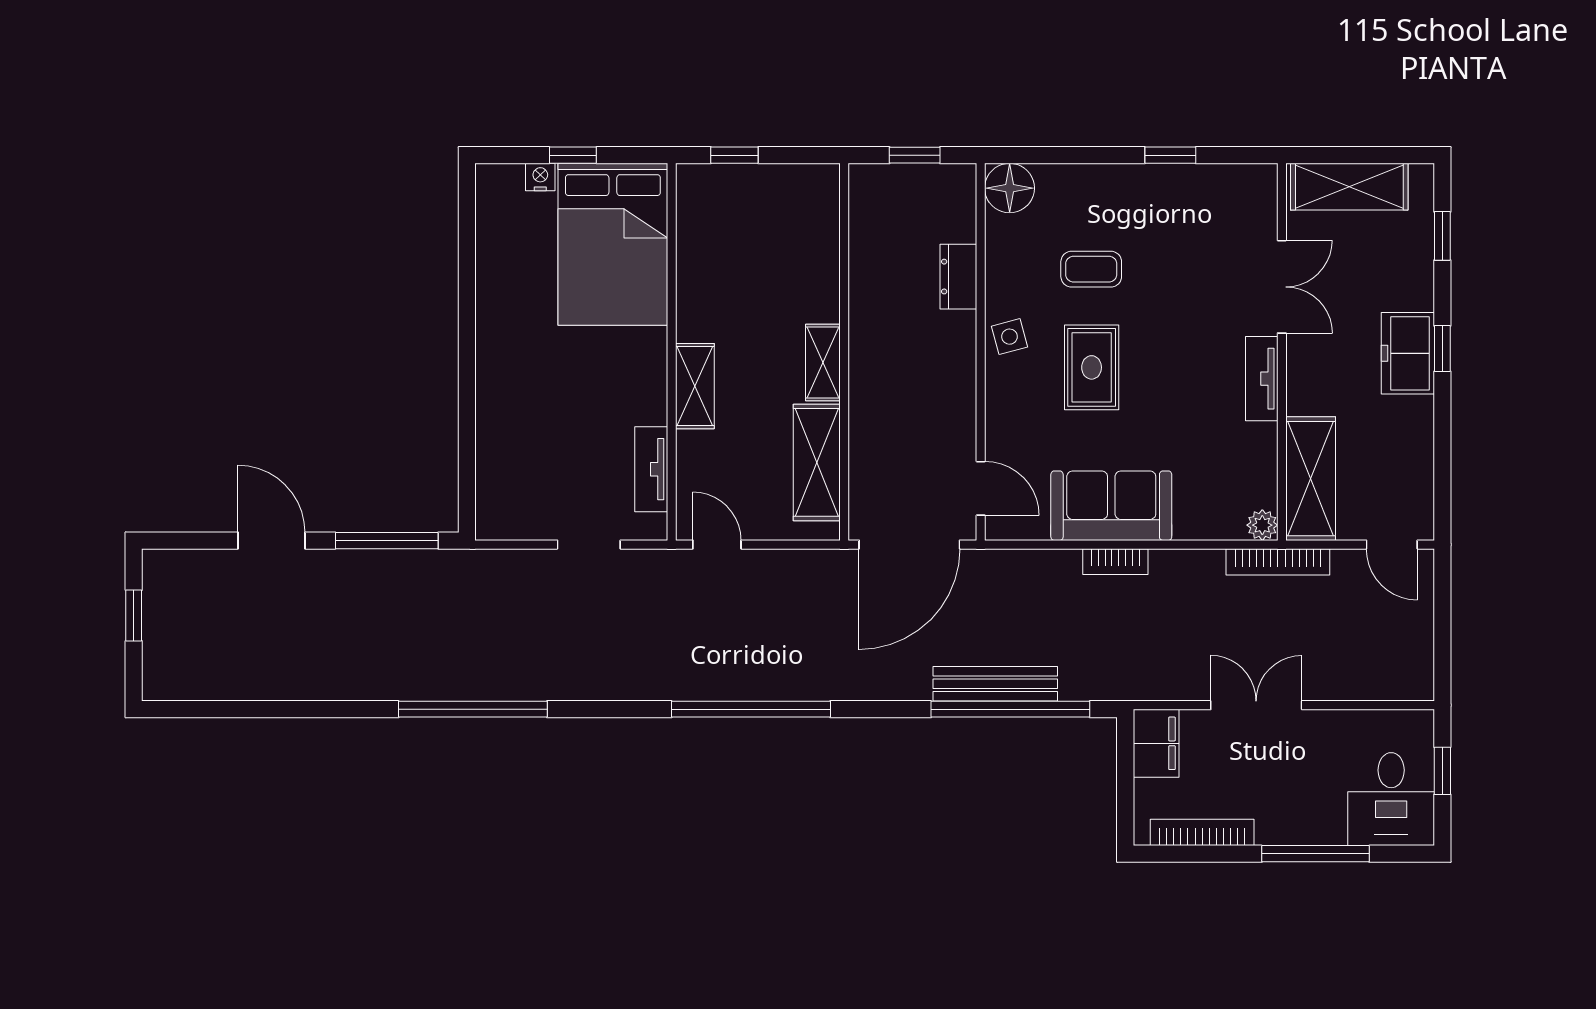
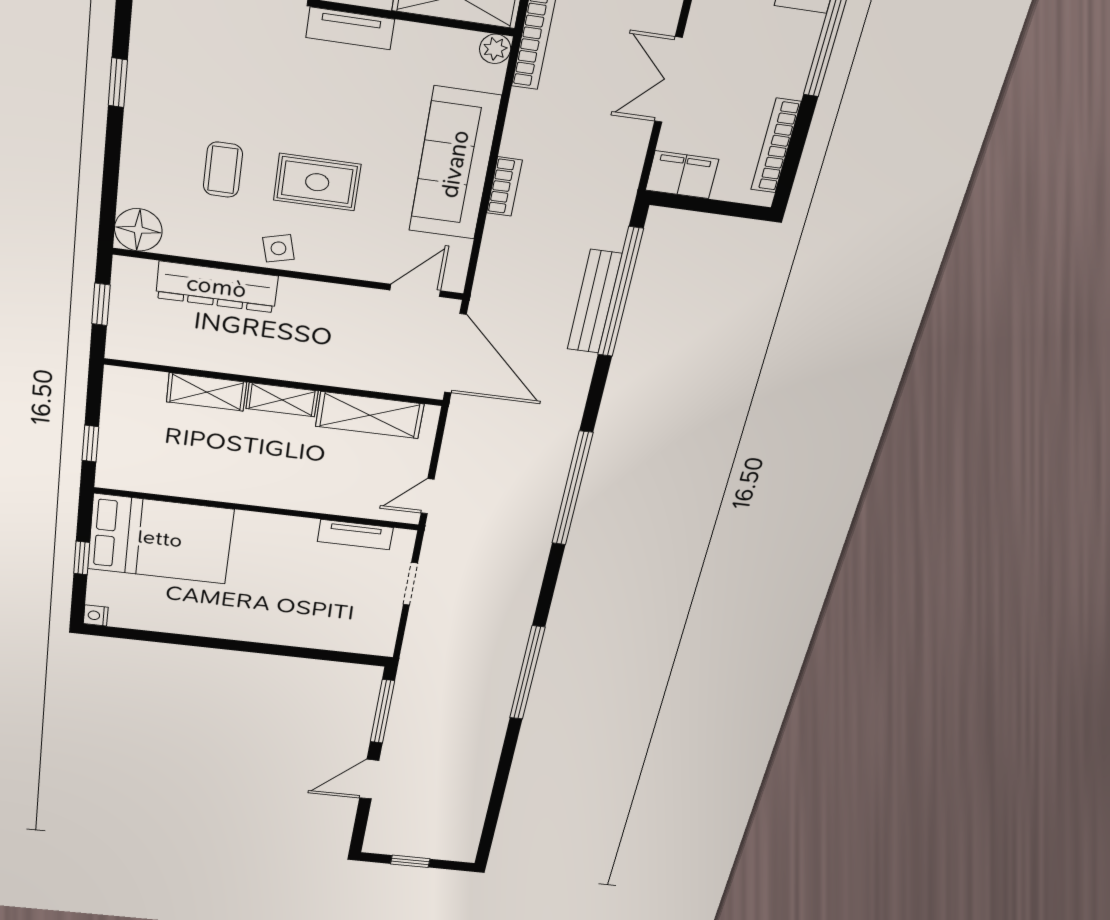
nightstand: (540, 177) -> (96, 615), moved
dresser: (958, 277) -> (217, 287), width x1.96, depth x1.24
shelving: (695, 386) -> (206, 392), moved
sofa: (1111, 506) -> (455, 164), width x1.36

